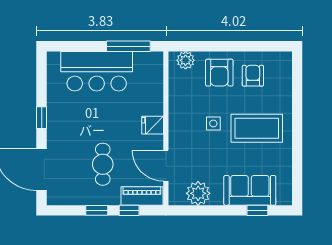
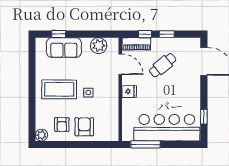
plant: (186, 60) -> (41, 135), moved
bar counter: (97, 71) -> (167, 128), width x1.36
window: (42, 118) -> (204, 117), moved
cafe table: (103, 164) -> (163, 65), turned 51

